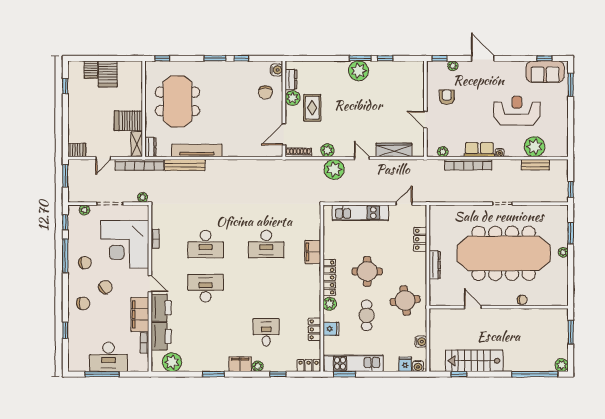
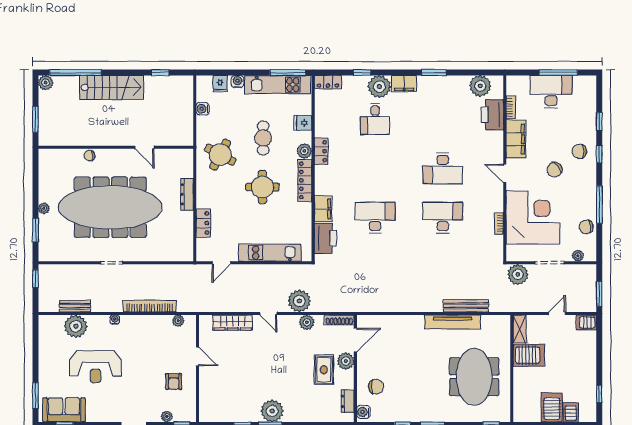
chair: (265, 92) -> (376, 387), turned 90
plant: (293, 98) -> (346, 361), moved
dresser: (150, 147) -> (504, 326), removed
row of seats: (479, 150) -> (137, 323), removed
bookcase: (139, 165) -> (517, 306), removed
plant: (143, 197) -> (518, 274), width x1.88, depth x1.88
window: (65, 222) -> (599, 154), moved
chair: (85, 263) -> (586, 227), moved
round table: (405, 300) -> (220, 155), turned 35
printer: (161, 308) -> (325, 238), moved, turned 180
locker: (314, 329) -> (321, 151), moved
stairs: (474, 361) -> (112, 87), moved
plant: (258, 366) -> (379, 87), width x1.88, depth x1.88
water cooler: (418, 366) -> (237, 82), moved
window: (344, 374) -> (288, 73), width x1.44

